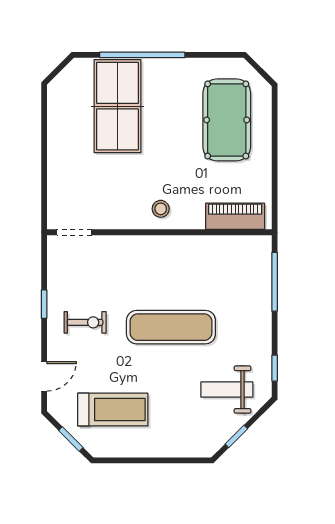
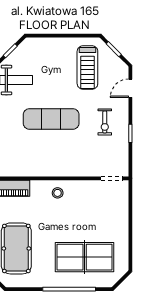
table tennis table: (117, 106) -> (85, 257), turned 90
exercise bike: (85, 322) -> (105, 122), turned -90
treadmill: (113, 410) -> (87, 67), turned -90

